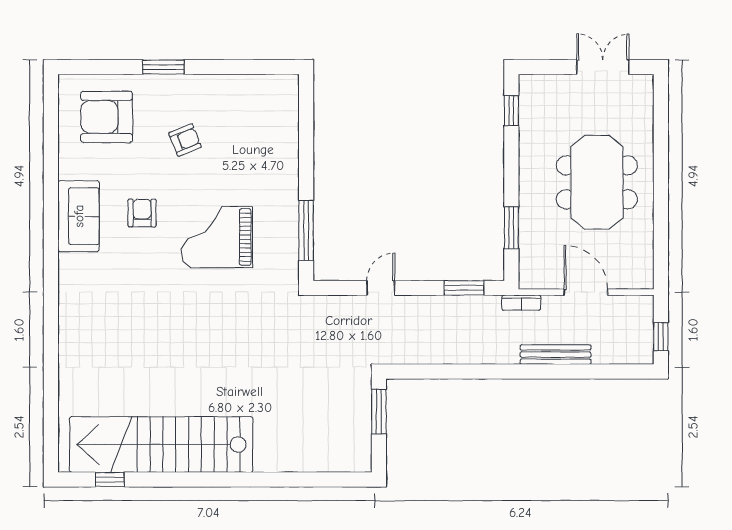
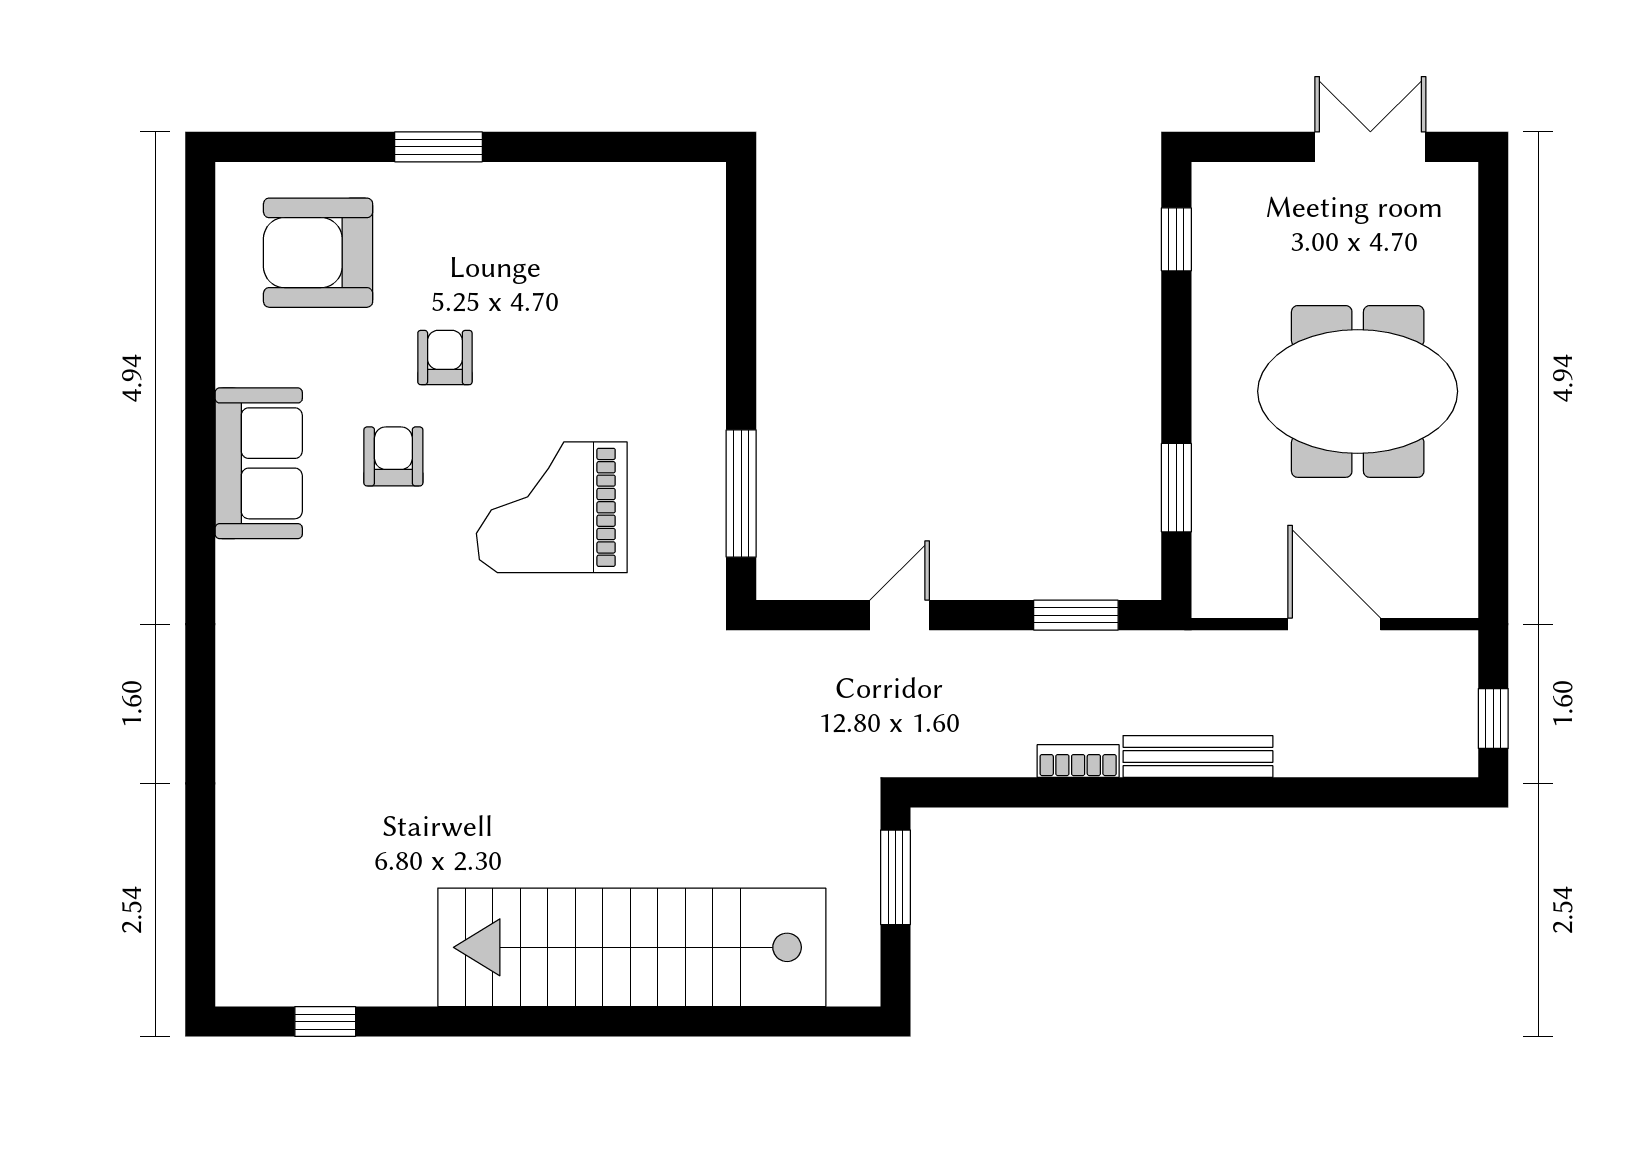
armchair: (185, 140) -> (445, 358), moved, turned -68
meeting table: (597, 182) -> (1358, 391), turned 90
bookcase: (521, 303) -> (1078, 761), moved, turned 180
bench: (556, 355) -> (1198, 757), moved
stairs: (161, 445) -> (632, 947), moved

